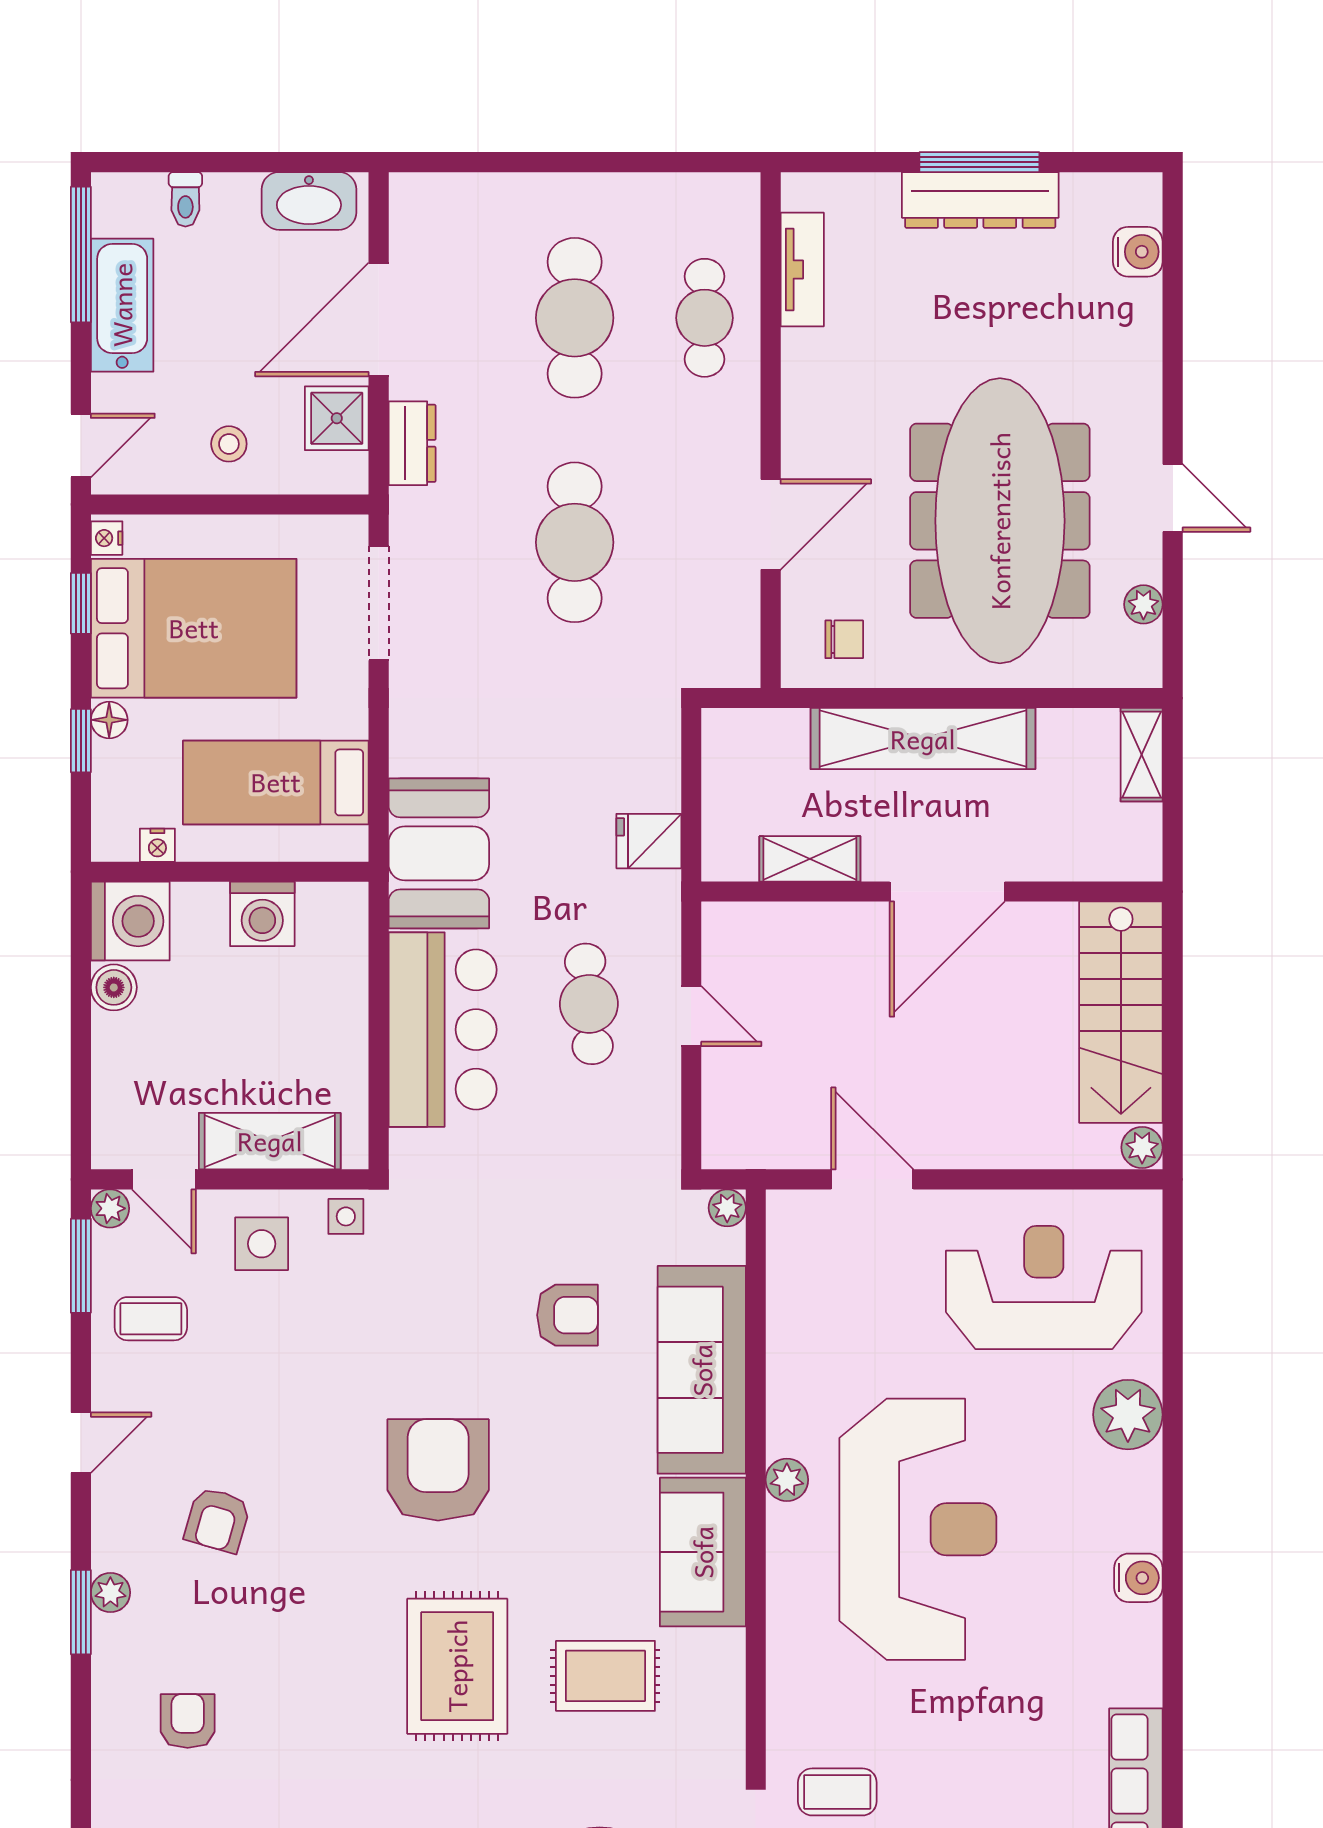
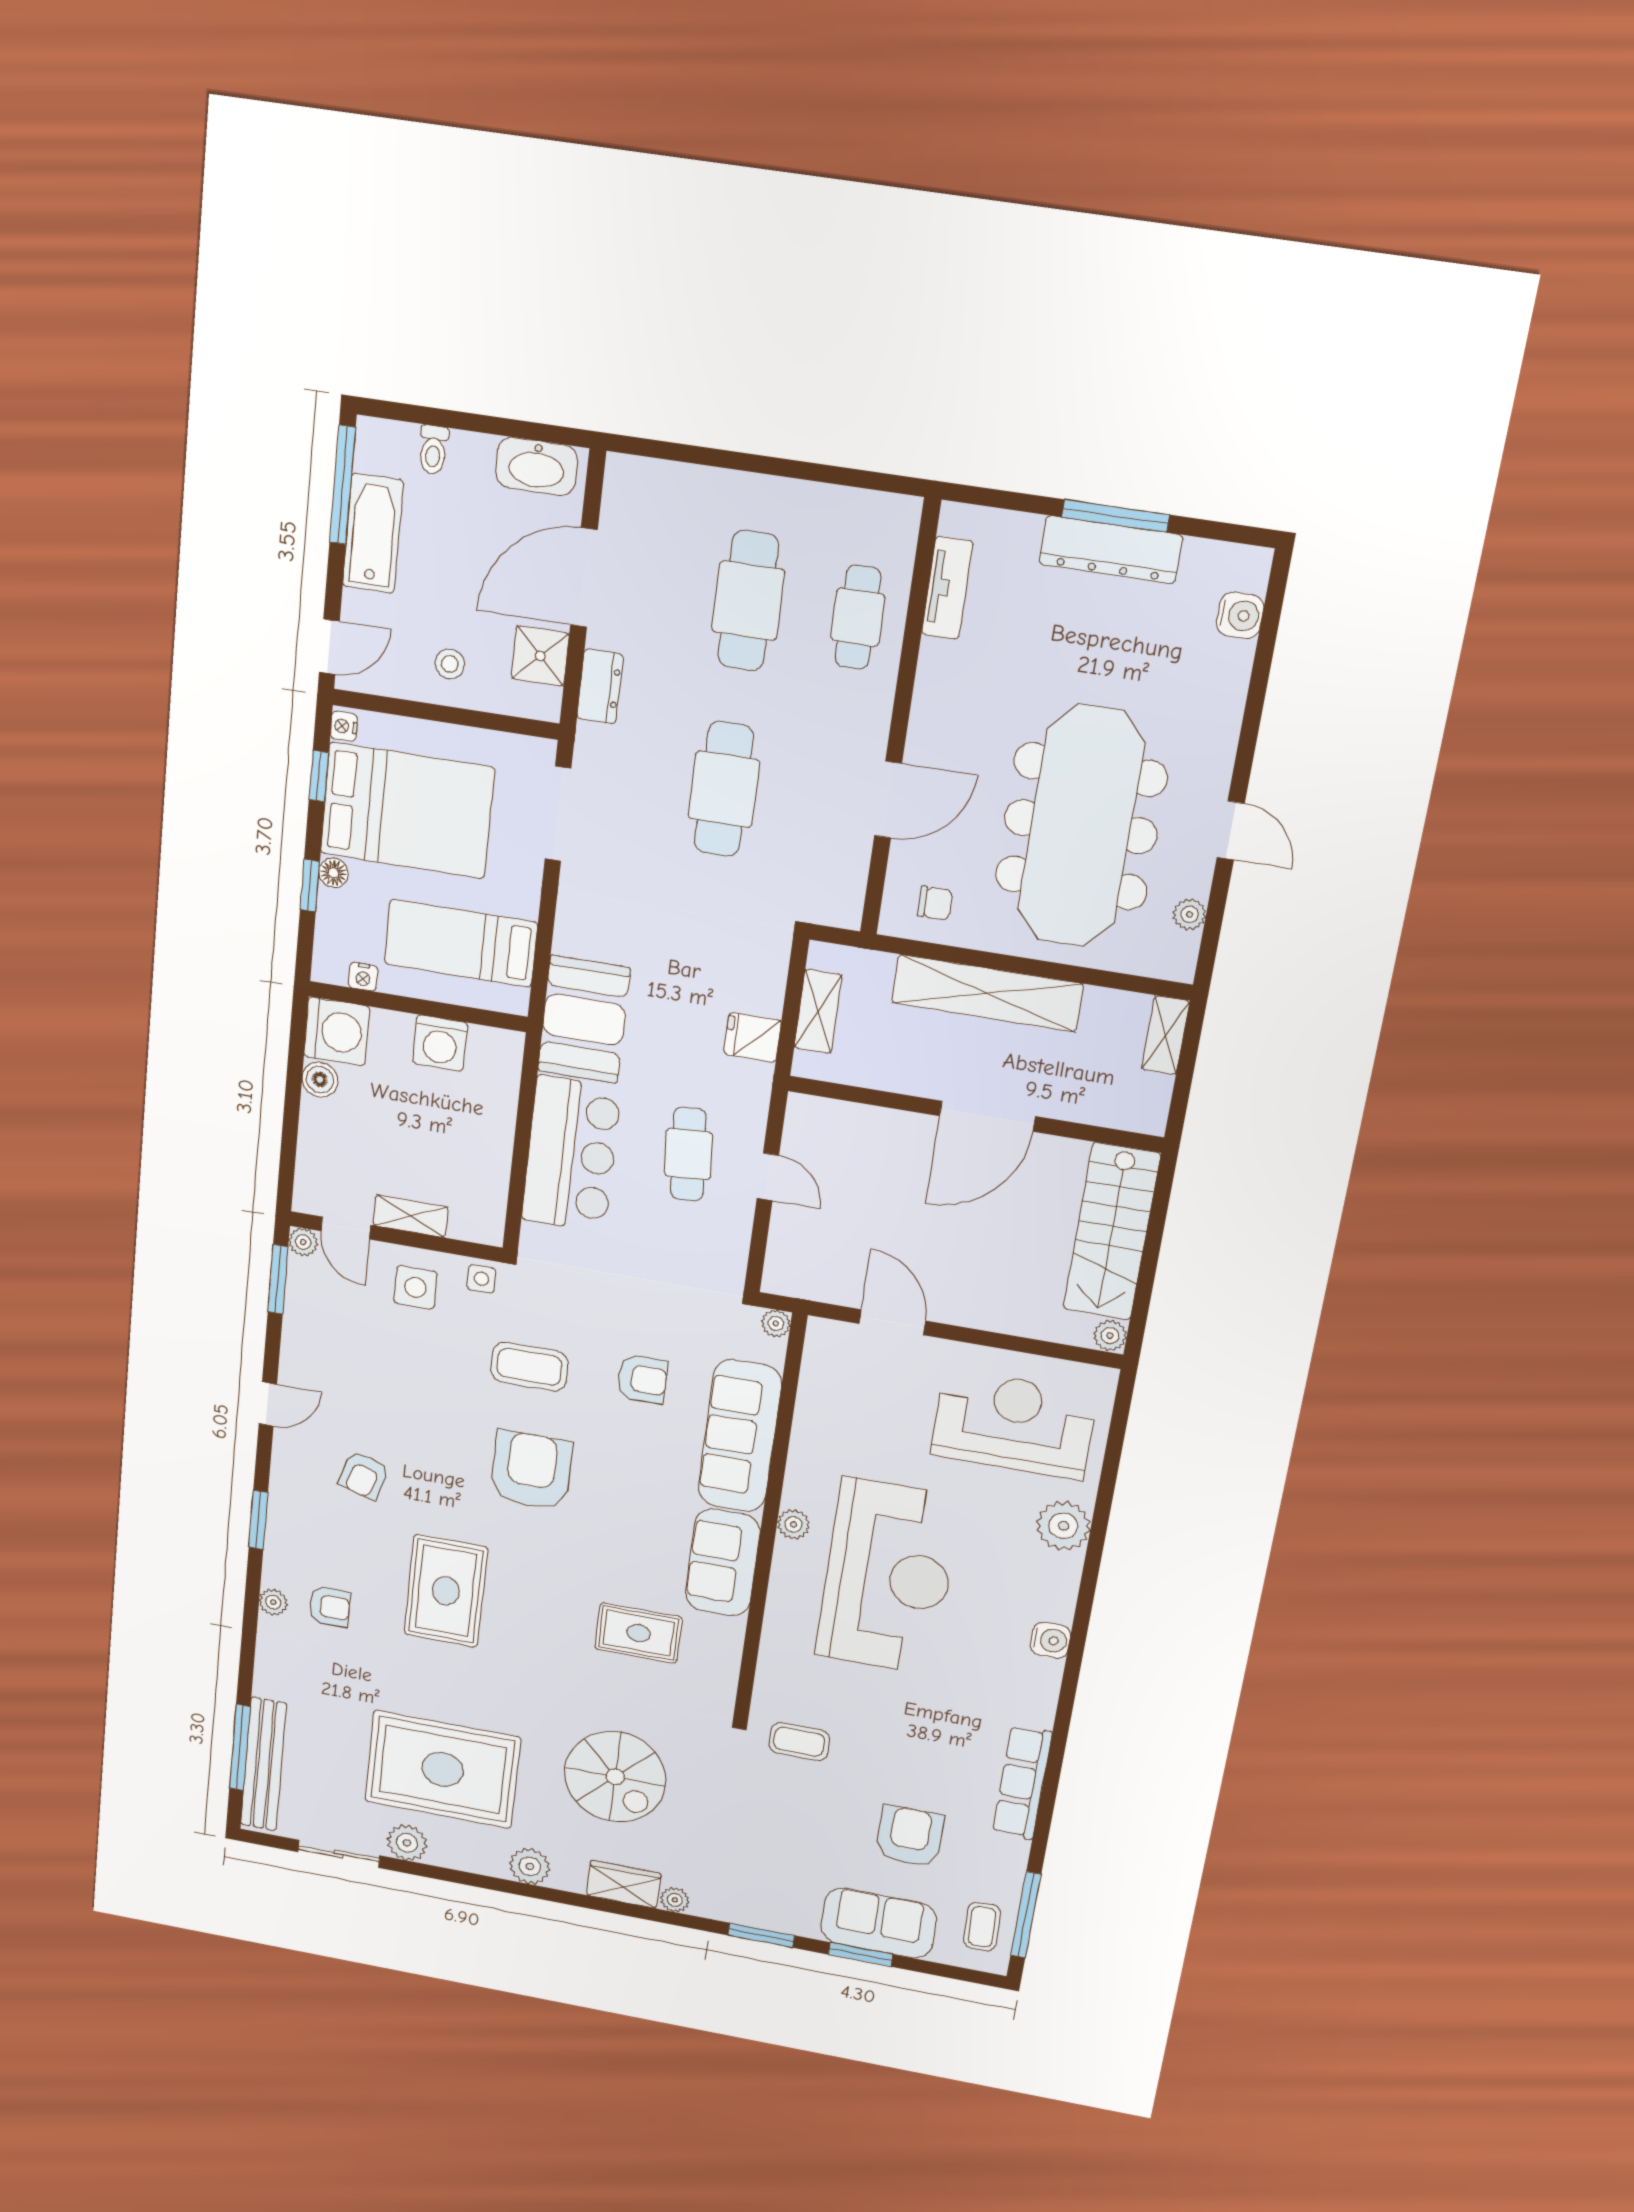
shelving: (810, 859) -> (818, 1011), moved, turned 90
shelving: (270, 1141) -> (410, 1216), width x0.67, depth x0.75
coffee table: (151, 1319) -> (529, 1367), moved, width x1.36, depth x1.30
plant: (110, 1593) -> (273, 1602), moved
rug: (457, 1666) -> (446, 1591), moved
armchair: (188, 1721) -> (329, 1607), turned 90

